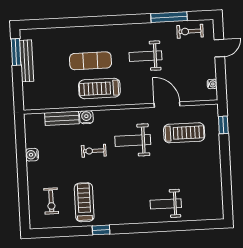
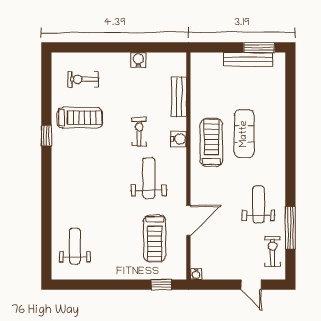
weight bench: (145, 56) -> (258, 204), moved
water cooler: (212, 84) -> (196, 274), moved
water cooler: (86, 117) -> (179, 139), moved
weight bench: (166, 204) -> (75, 246), moved

